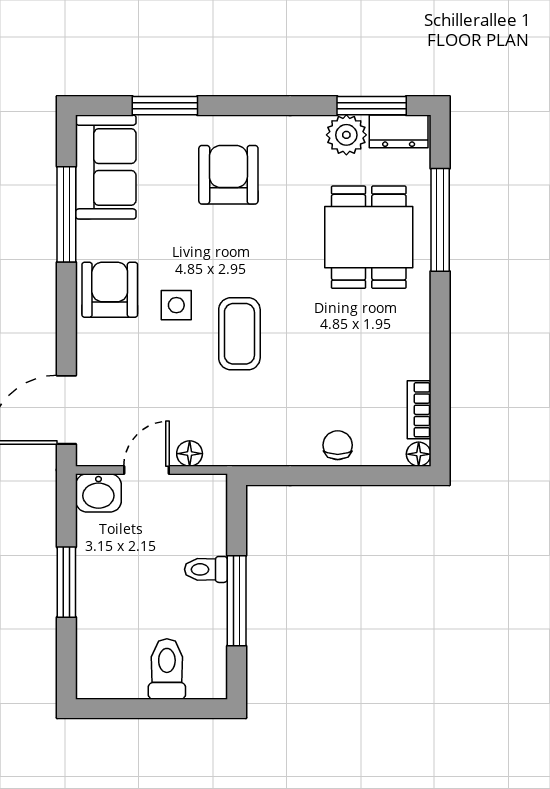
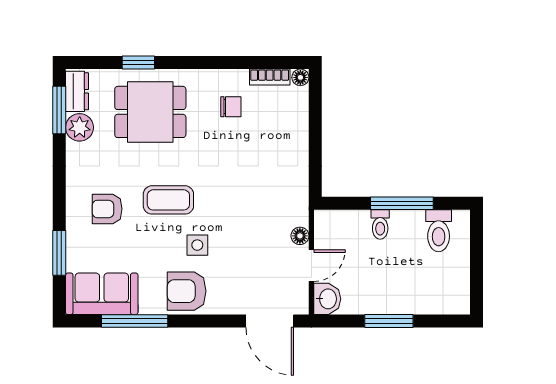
armchair: (228, 175) -> (107, 209), width x0.72, depth x0.72
window: (440, 220) -> (138, 63), width x0.46
coffee table: (239, 334) -> (168, 200), moved
chair: (338, 445) -> (231, 107), moved, turned 180
door: (147, 470) -> (311, 266), swing flipped
toilet: (167, 669) -> (439, 231), moved, turned -90

